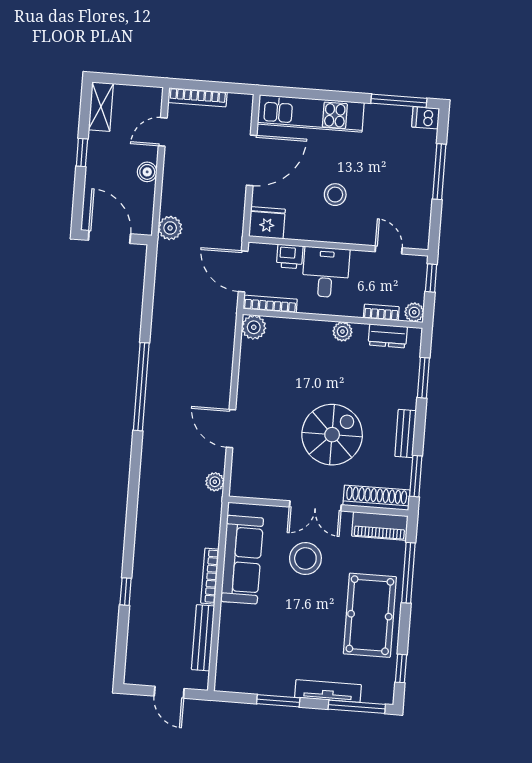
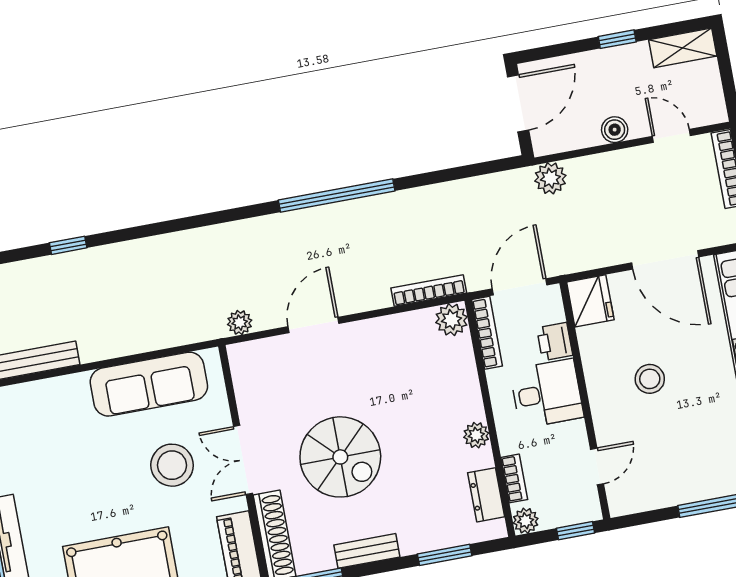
bookcase: (210, 576) -> (429, 290), moved

